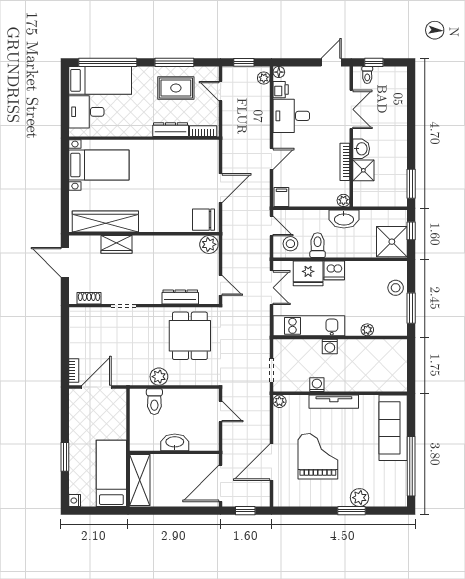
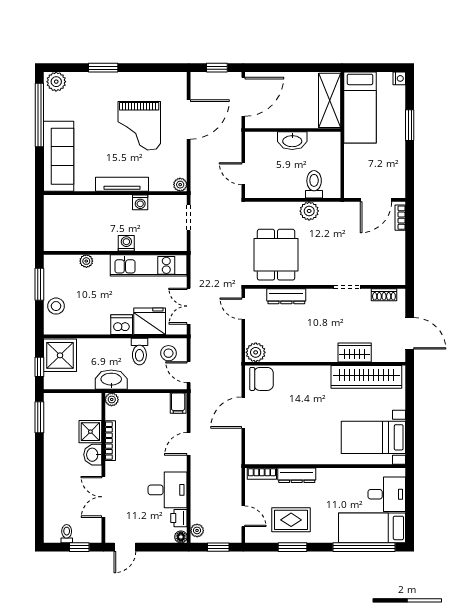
window: (174, 62) -> (293, 547), width x0.69
toilet: (367, 75) -> (67, 534), moved
plant: (360, 498) -> (56, 82), moved

